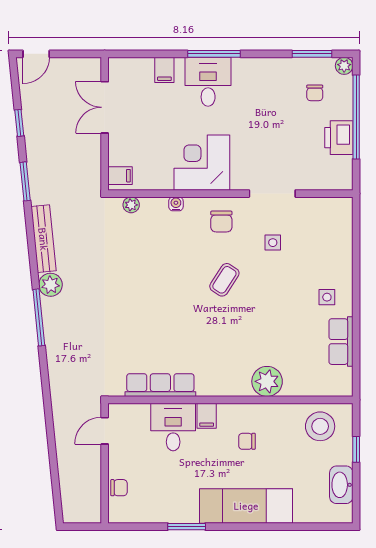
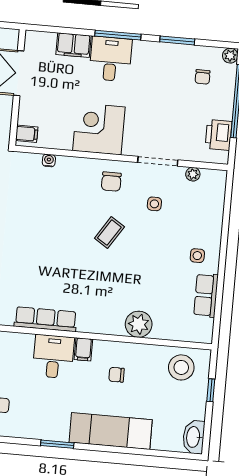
window: (312, 54) -> (177, 40), moved
filing cabinet: (164, 70) -> (74, 45), width x2.00
printer: (339, 138) -> (218, 135), moved
water cooler: (176, 204) -> (49, 161), moved
plant: (131, 205) -> (193, 174), moved
washbasin: (341, 485) -> (194, 437), moved

